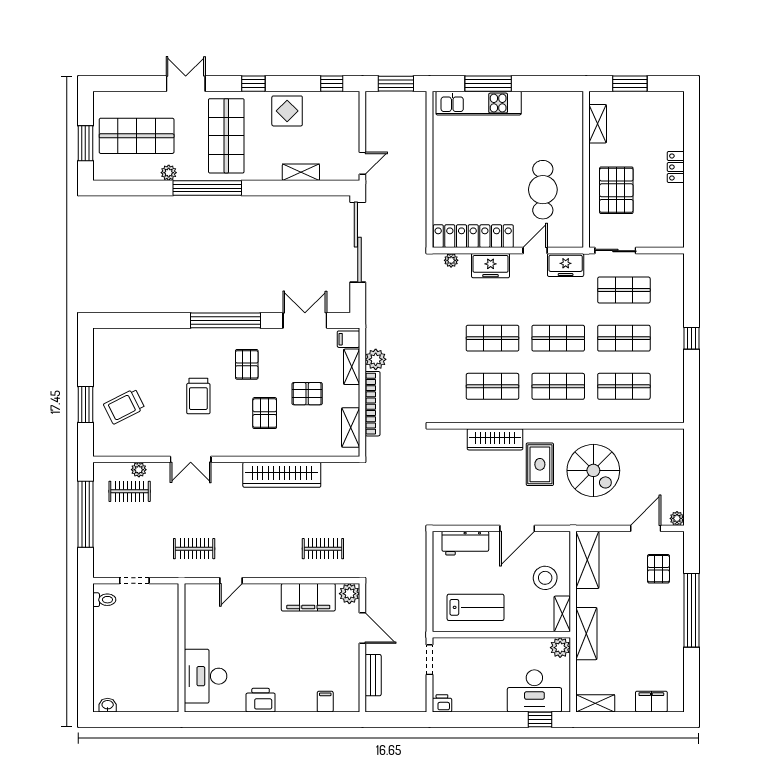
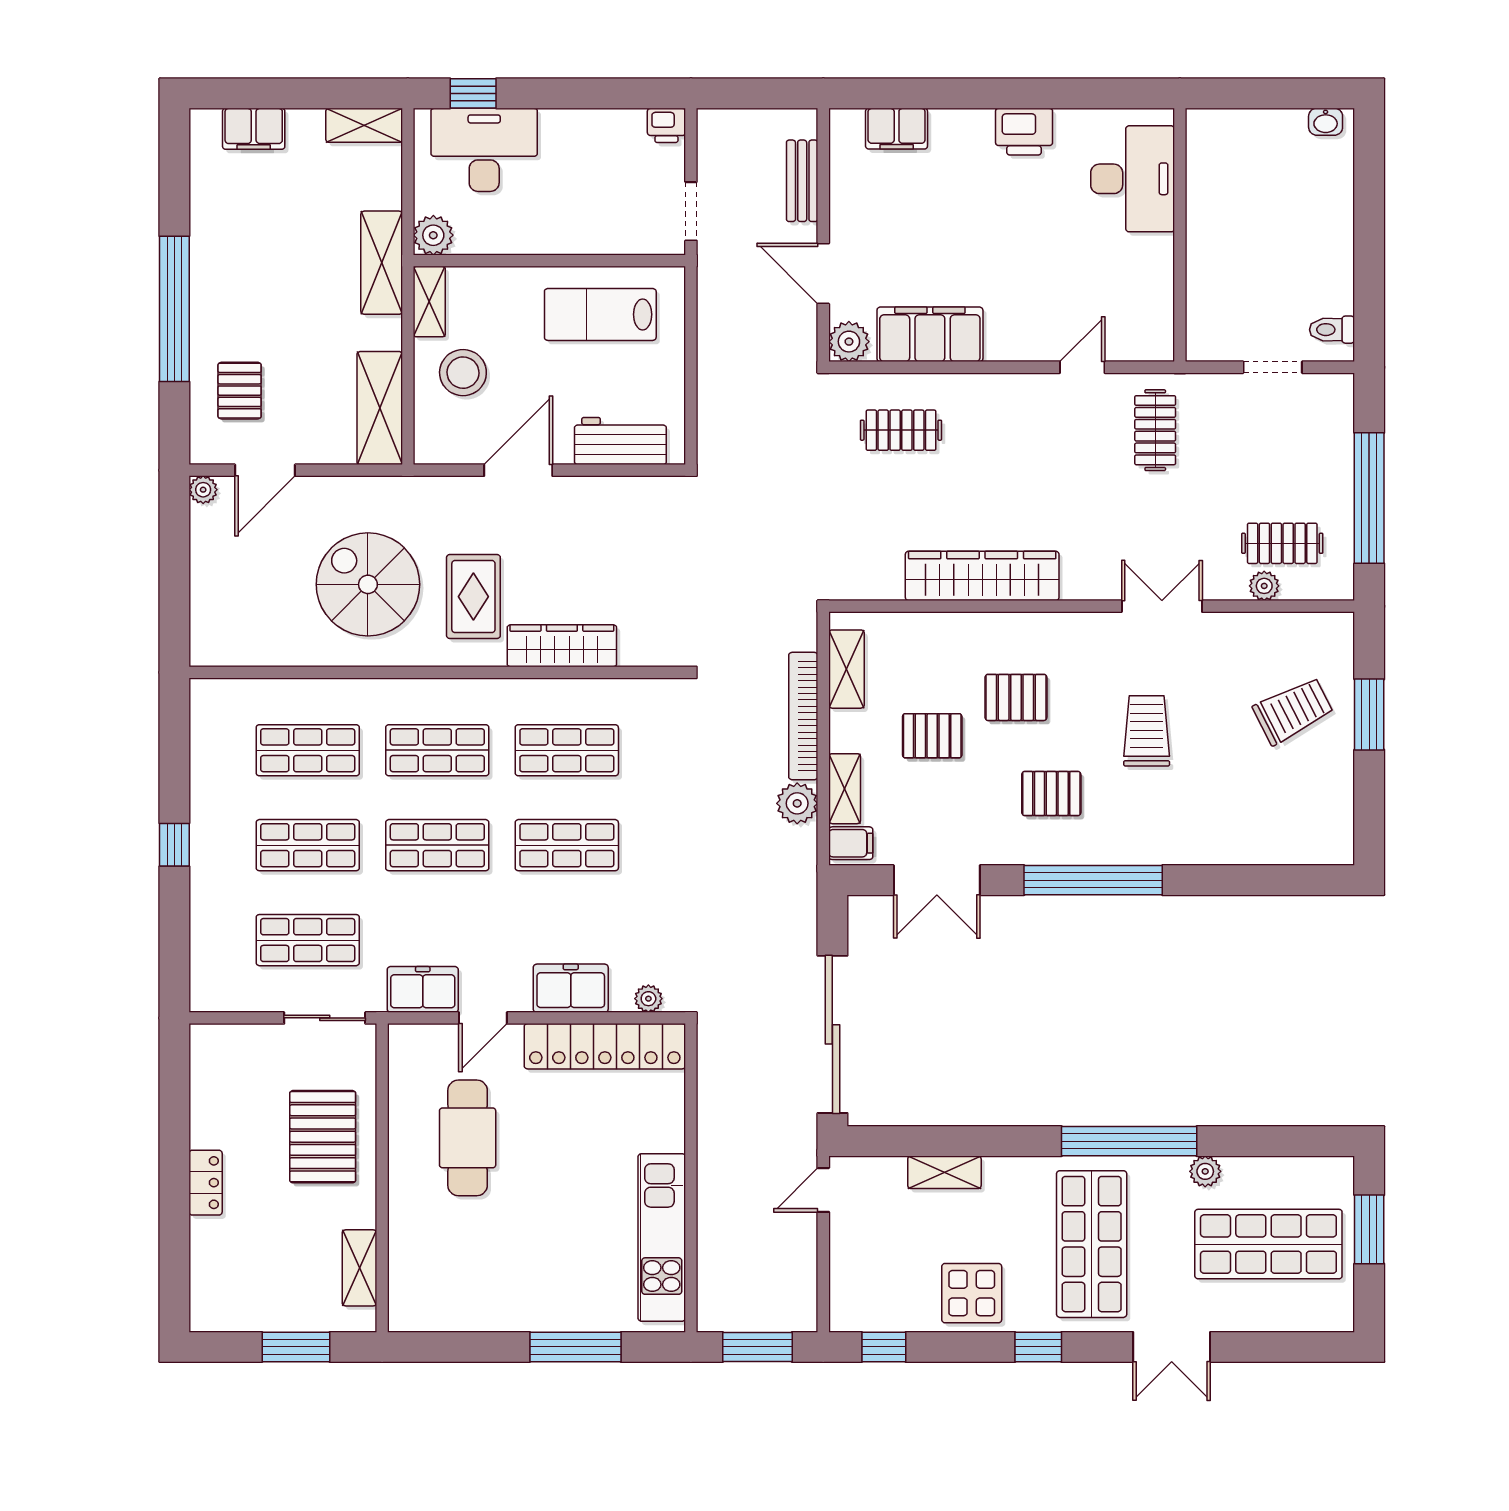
kitchen unit: (479, 103) -> (662, 1237), moved, turned -90
pallet: (247, 364) -> (1051, 794), turned 90
pallet: (265, 413) -> (1016, 697), turned 90
clothes rail: (194, 549) -> (1155, 430), turned 90
filing cabinet: (325, 702) -> (897, 129), width x2.00

